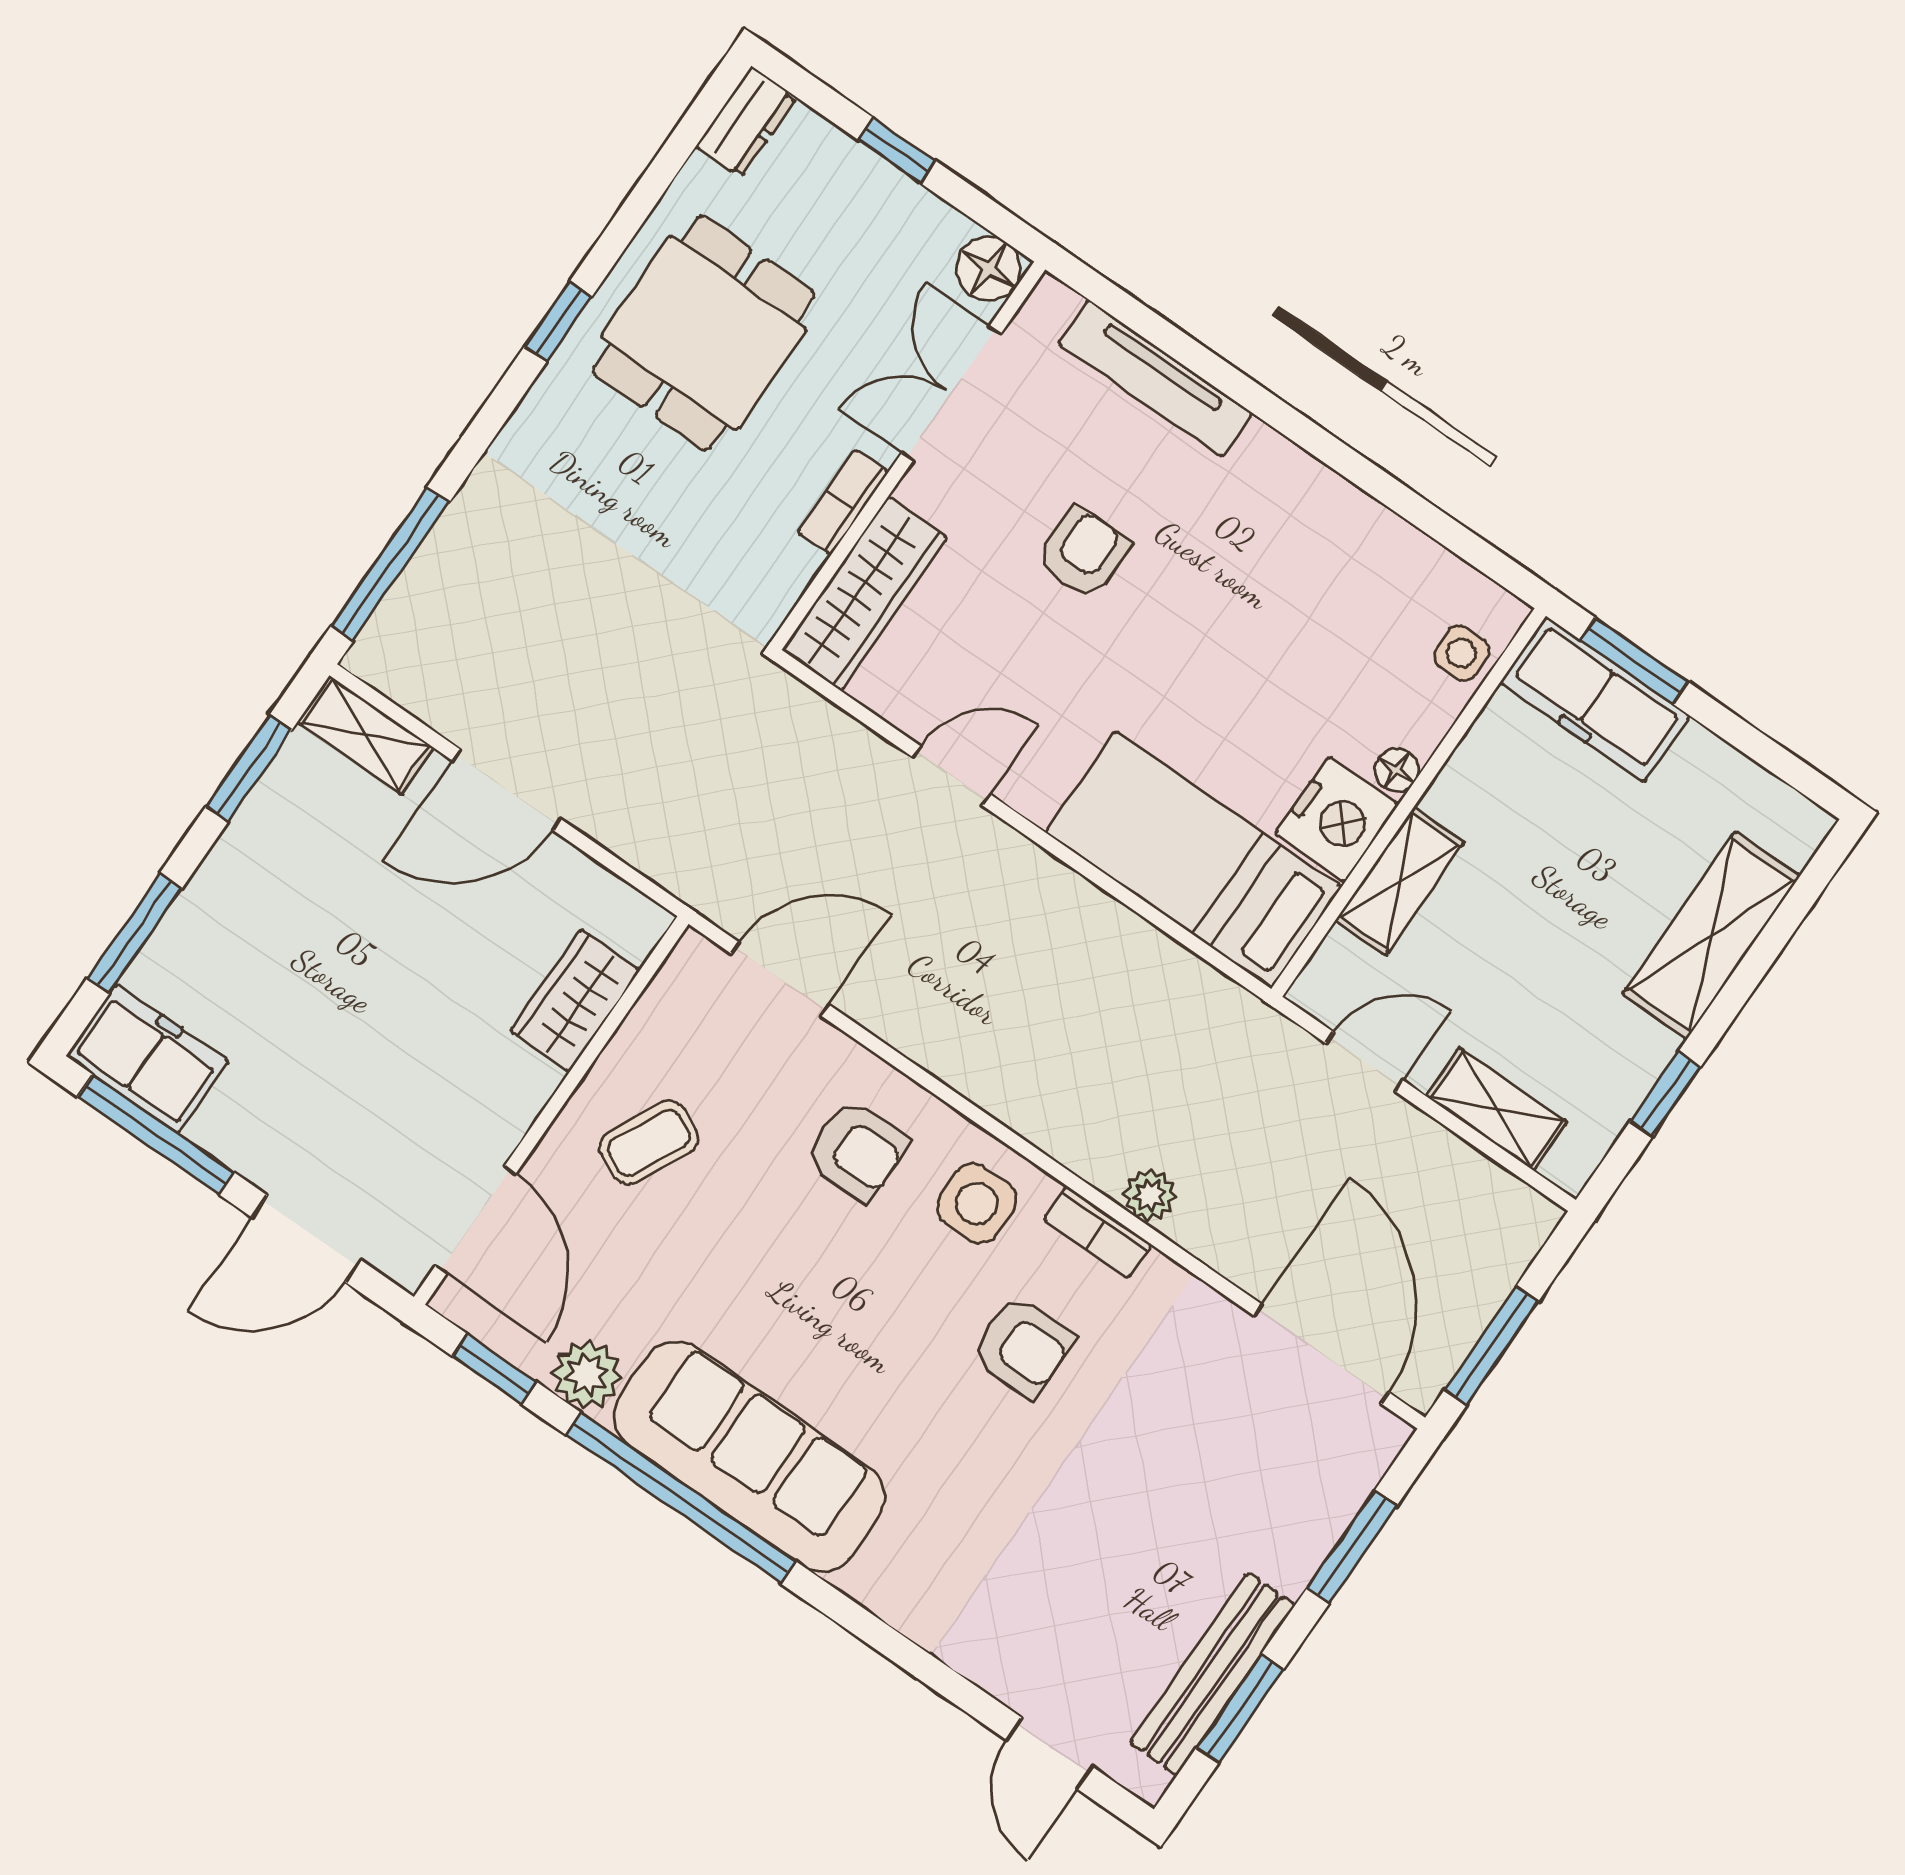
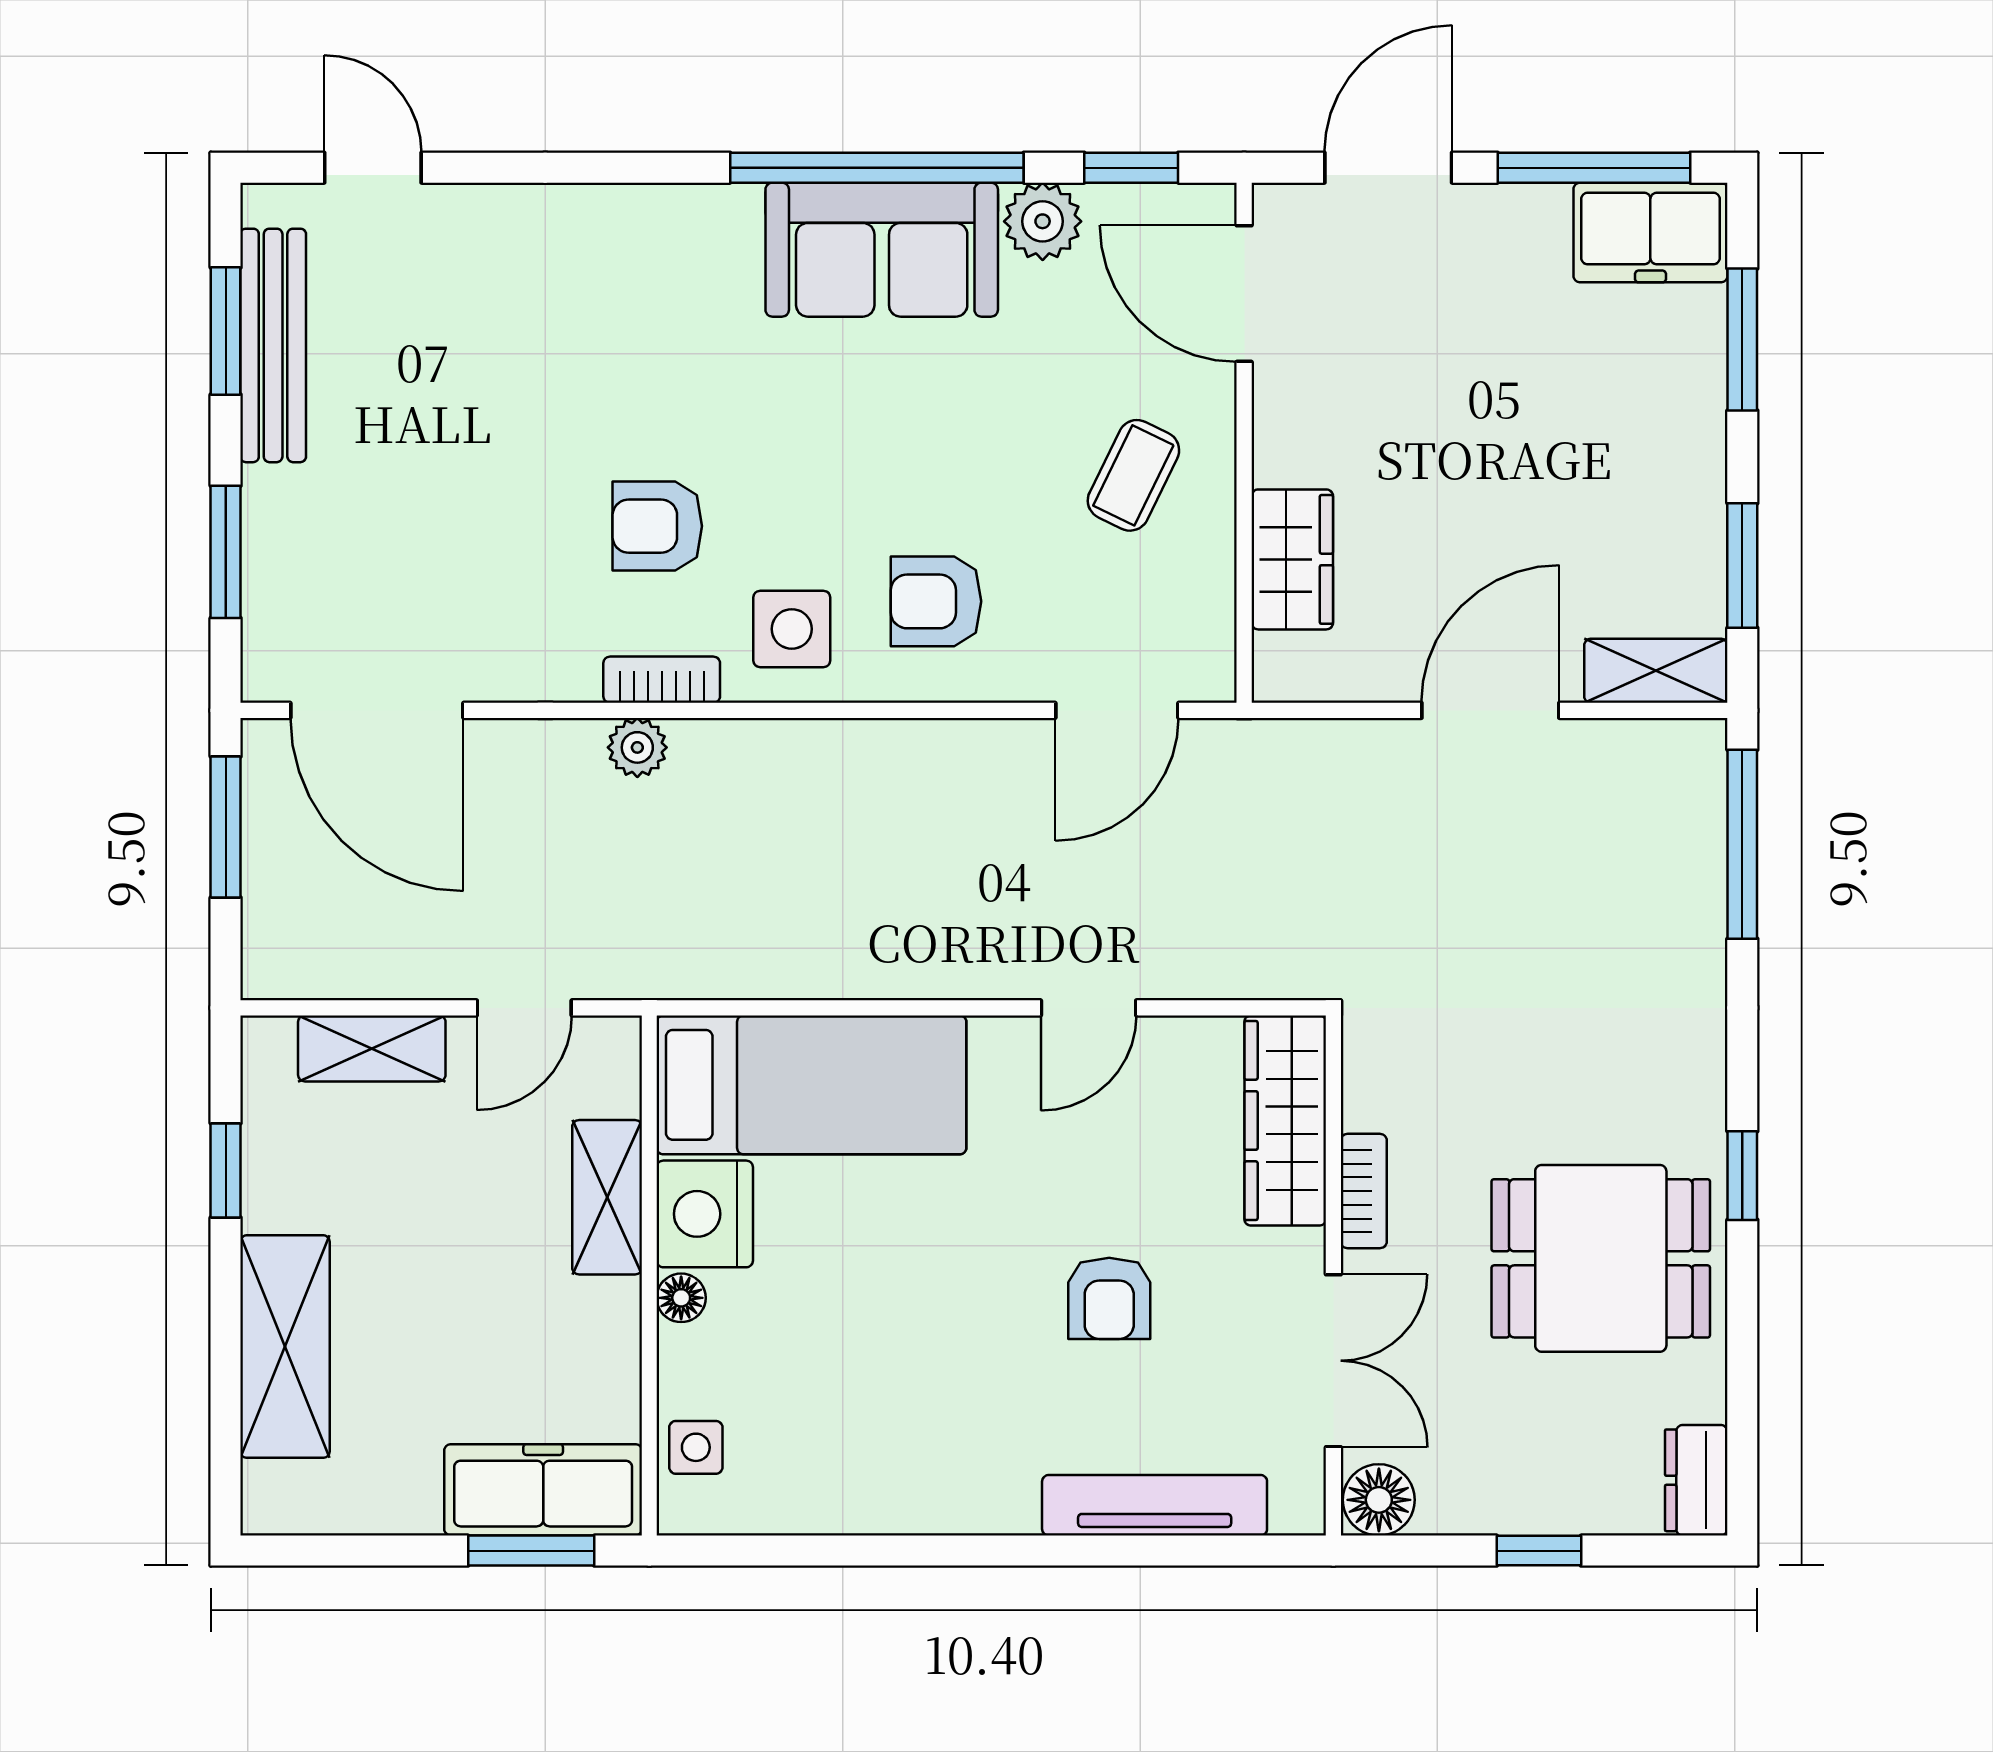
dining table: (704, 333) -> (1601, 1258), turned 90
sofa: (749, 1457) -> (882, 250), width x0.73

